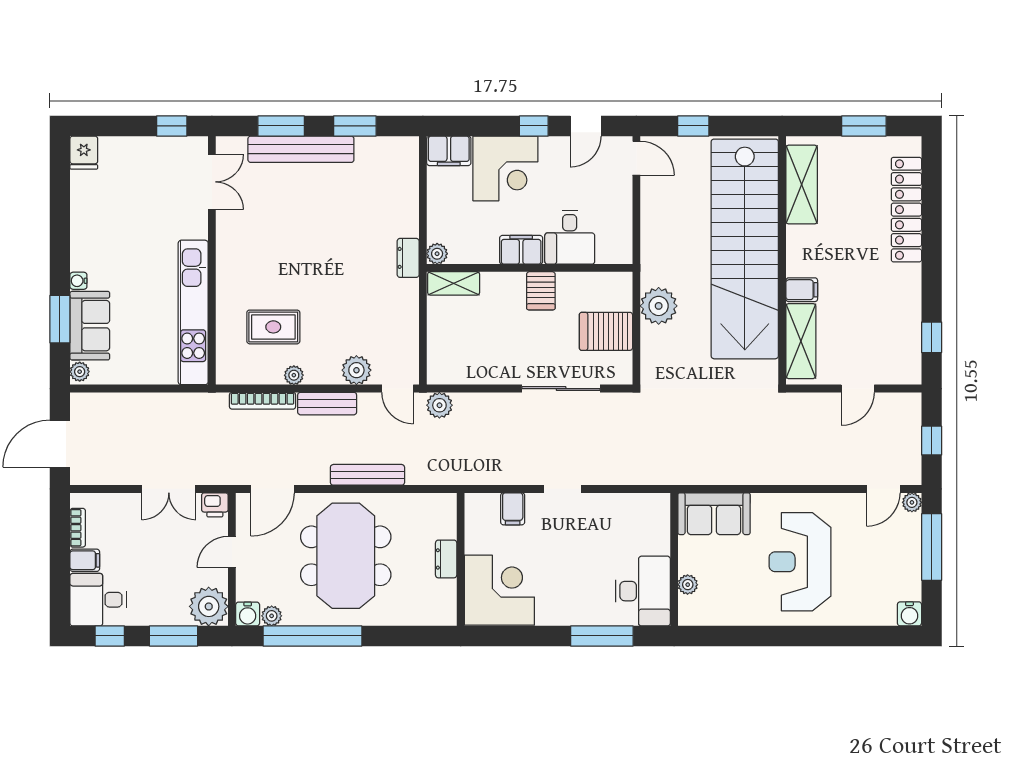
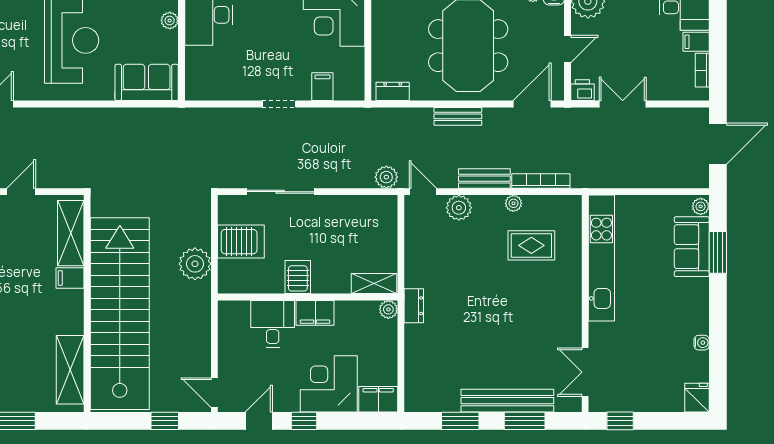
water cooler: (78, 281) -> (702, 343), moved
bench: (367, 475) -> (458, 116), width x0.73
dresser: (446, 559) -> (393, 91), moved, turned -90

